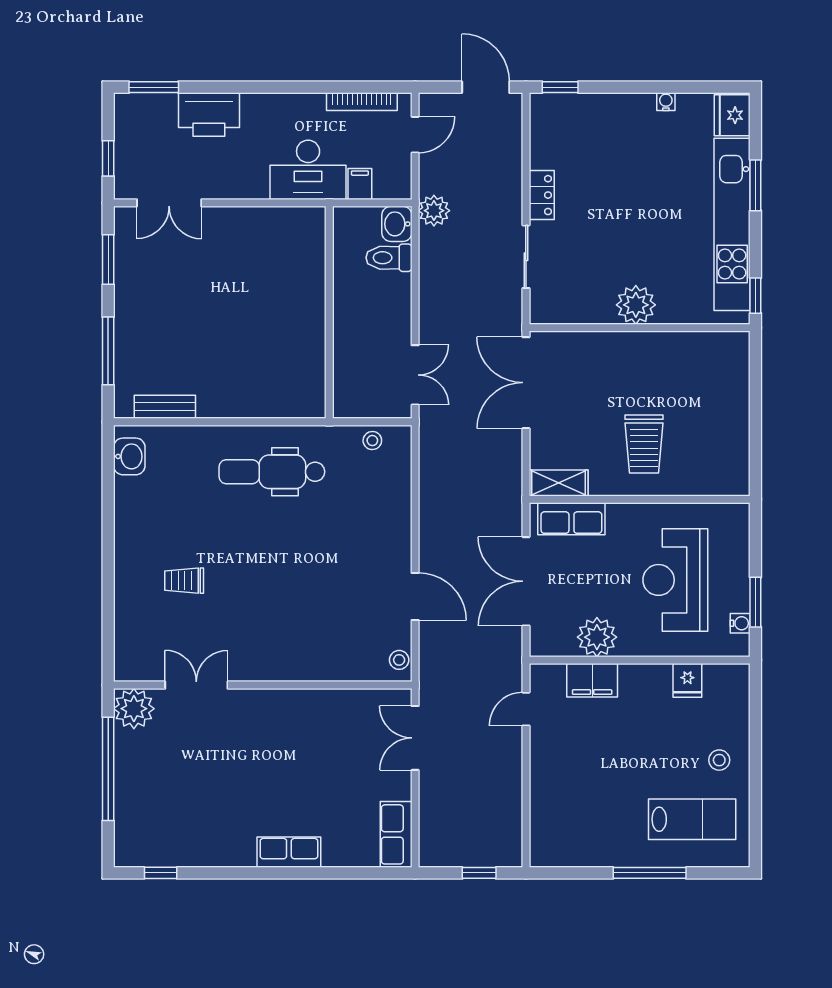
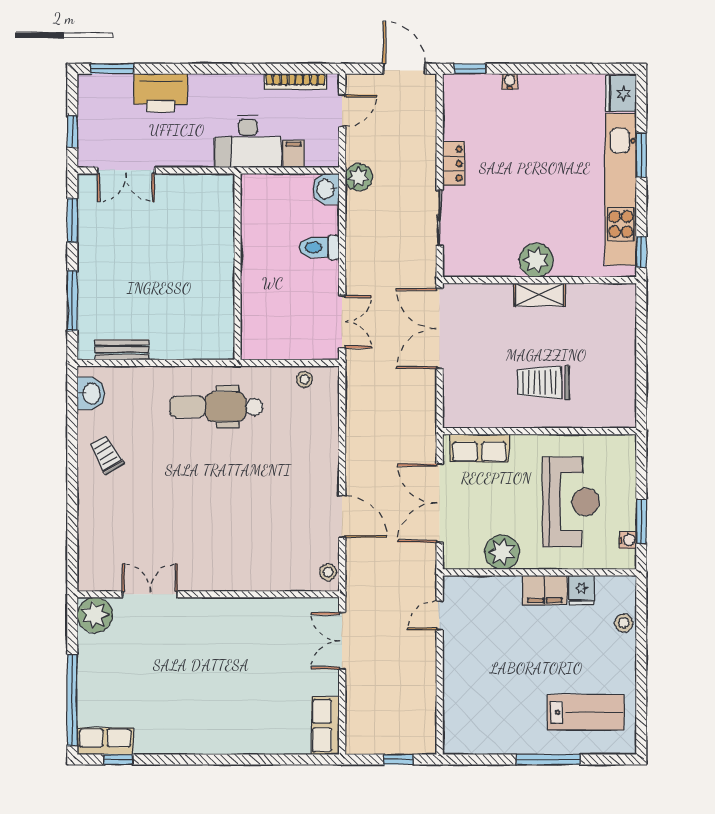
water cooler: (666, 102) -> (510, 81), moved
toilet: (389, 258) -> (319, 247), moved
wall: (329, 312) -> (237, 267), moved
trolley: (644, 444) -> (543, 382), turned 90
shelving: (559, 483) -> (540, 295), moved
reception desk: (675, 580) -> (571, 502), turned 180
trolley: (184, 581) -> (107, 455), moved, turned 59
filing cabinet: (592, 680) -> (545, 590), moved
stool: (719, 760) -> (624, 623), moved
window: (108, 769) -> (72, 700), moved
row of seats: (289, 852) -> (105, 741), moved

